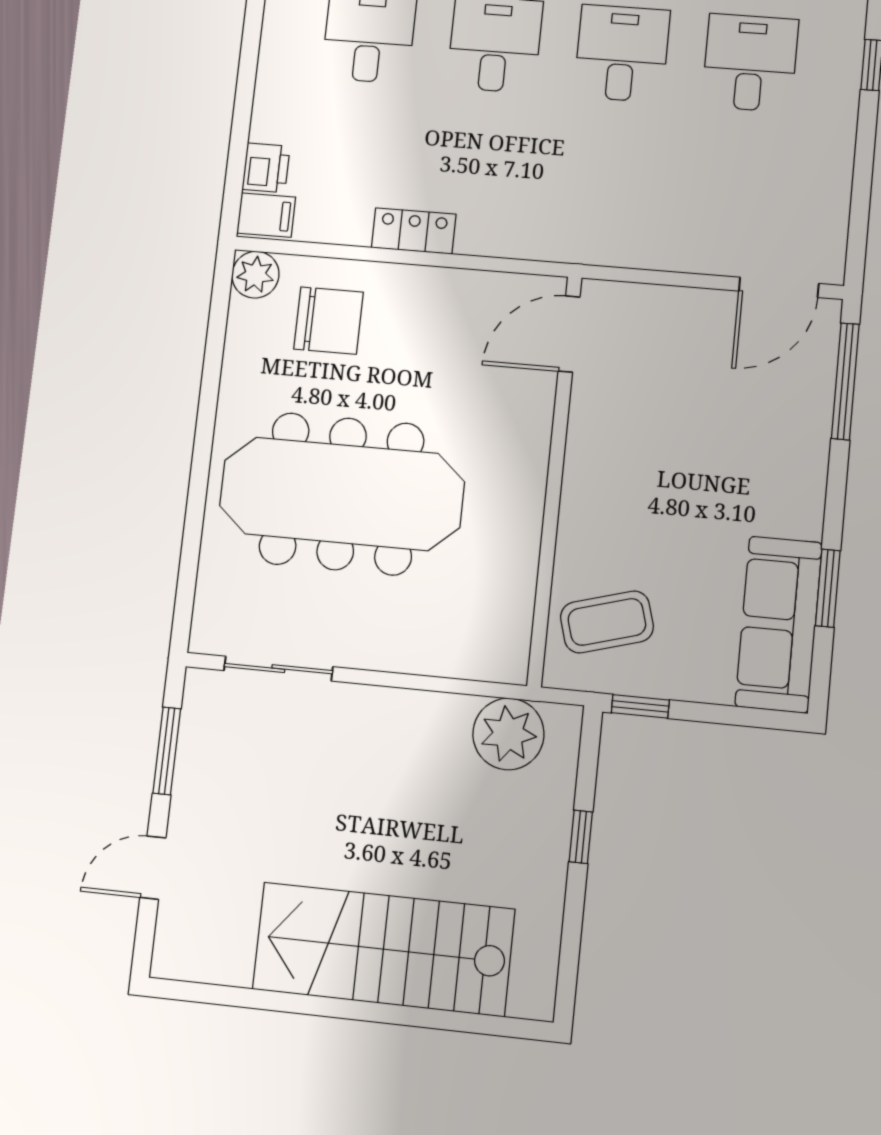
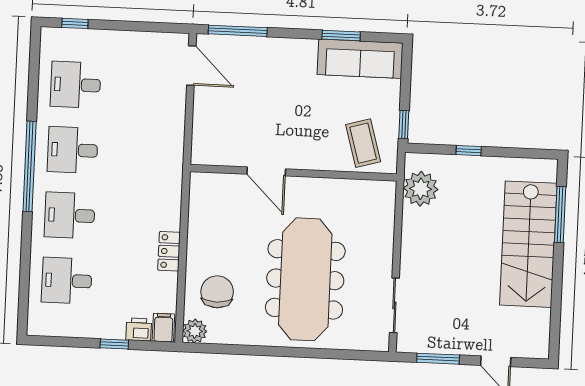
window: (241, 121) -> (114, 344), added
door: (569, 334) -> (266, 171), moved
window: (440, 1019) -> (560, 214), added

